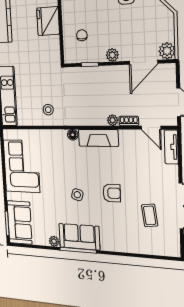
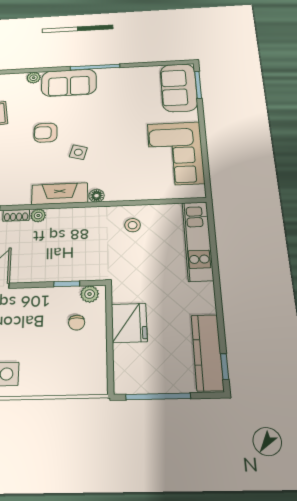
fridge: (48, 21) -> (129, 323), moved
plant: (112, 55) -> (90, 294), moved
side table: (77, 195) -> (78, 152), moved
sofa: (79, 237) -> (69, 83), moved
plant: (54, 241) -> (34, 78), moved

